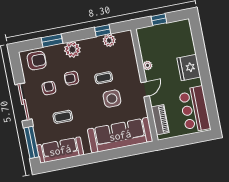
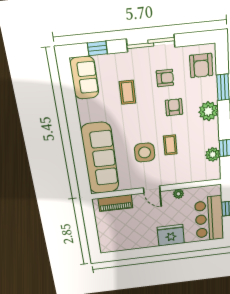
bar counter: (195, 109) -> (209, 219), moved, turned -90
window: (31, 142) -> (97, 48), width x0.46
sofa: (60, 150) -> (84, 78), width x0.73

